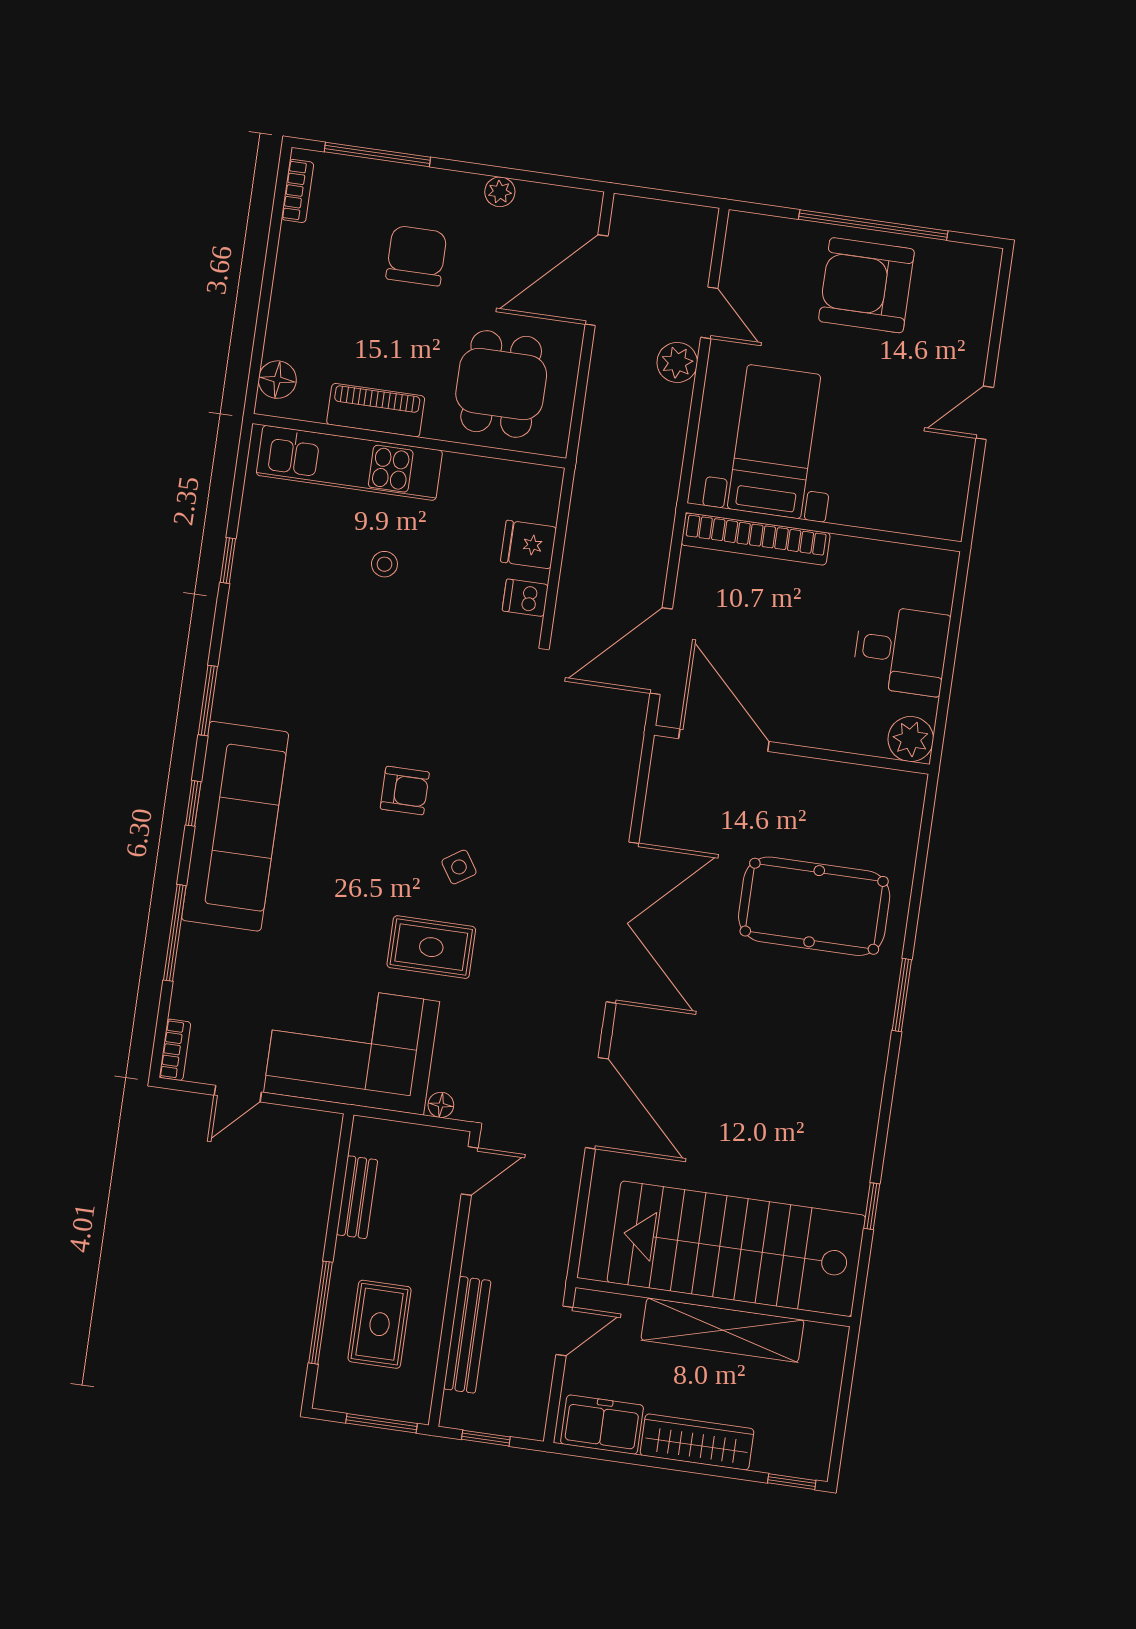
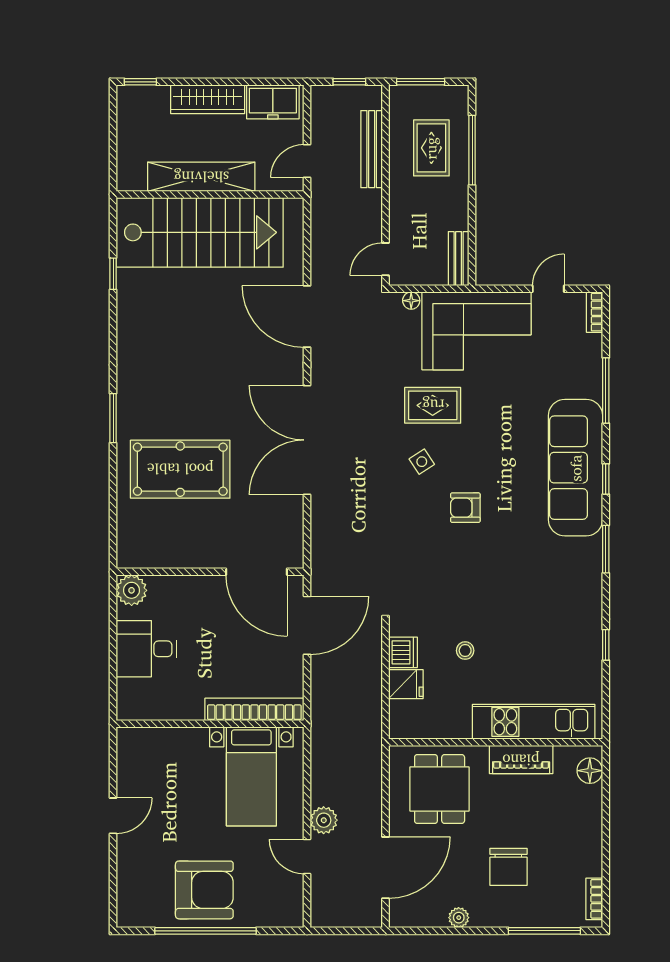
stool: (384, 564) -> (465, 651), moved
dishwasher: (525, 598) -> (403, 652), width x1.38
bench: (357, 1197) -> (459, 259), moved

